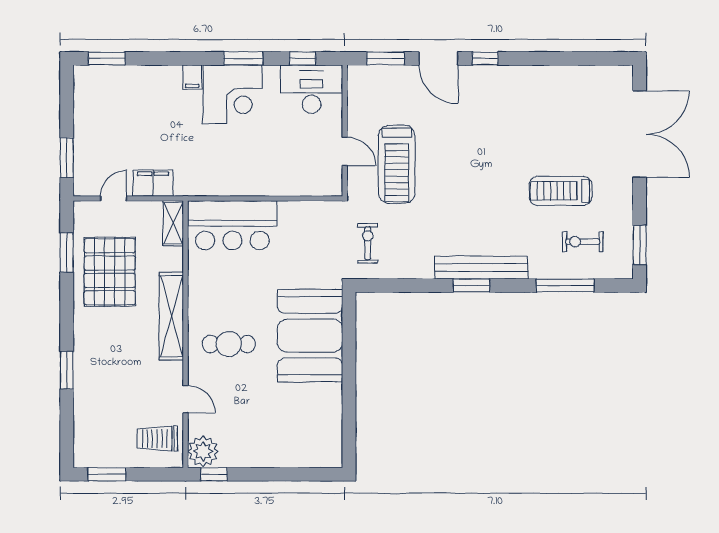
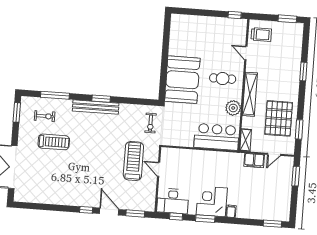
plant: (203, 451) -> (233, 108), moved

